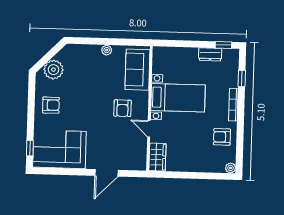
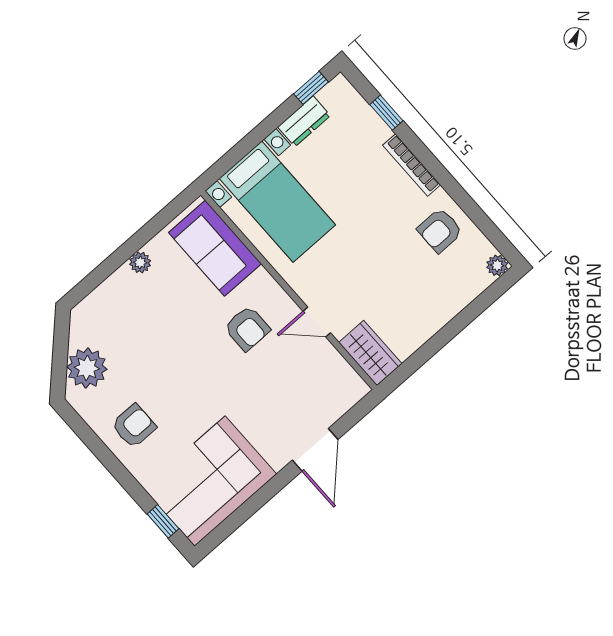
bed with nightstands: (178, 98) -> (277, 202), moved, turned 90

